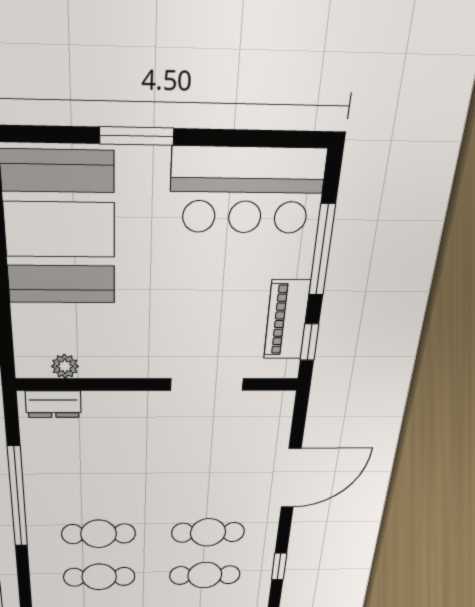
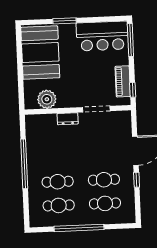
window: (322, 250) -> (130, 40), moved
plant: (65, 366) -> (47, 99), width x1.88, depth x1.88
dresser: (53, 404) -> (68, 119), moved
window: (279, 566) -> (137, 180), moved

